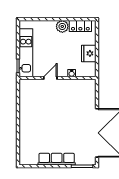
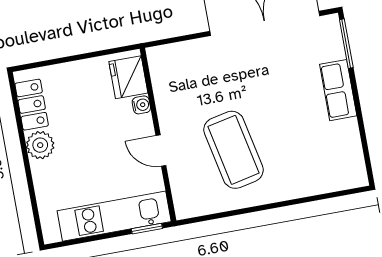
fridge: (89, 53) -> (128, 77), moved, turned 90
coffee table: (45, 109) -> (234, 150), added
row of seats: (57, 159) -> (338, 90), width x0.68

